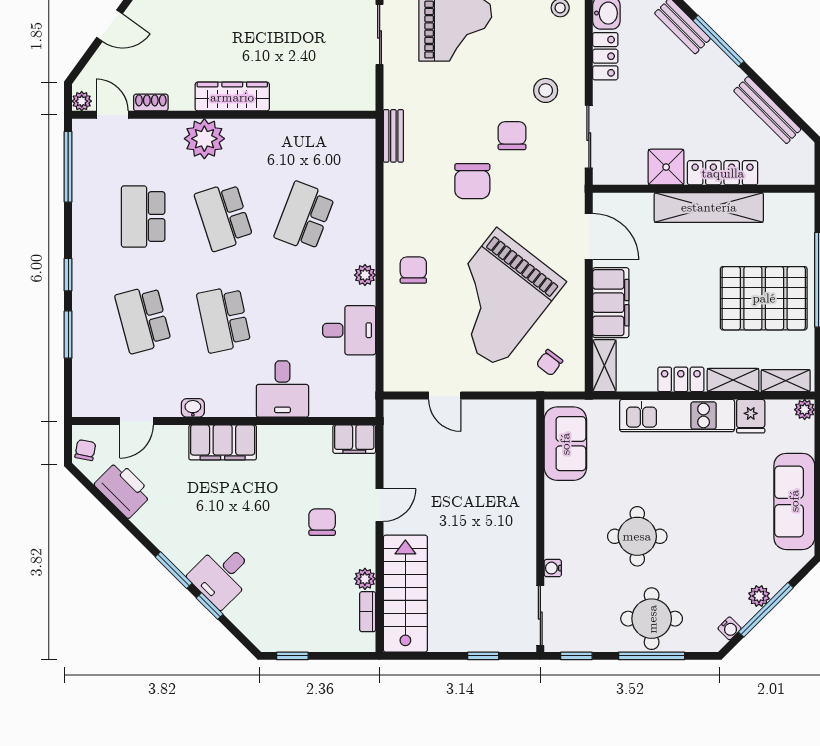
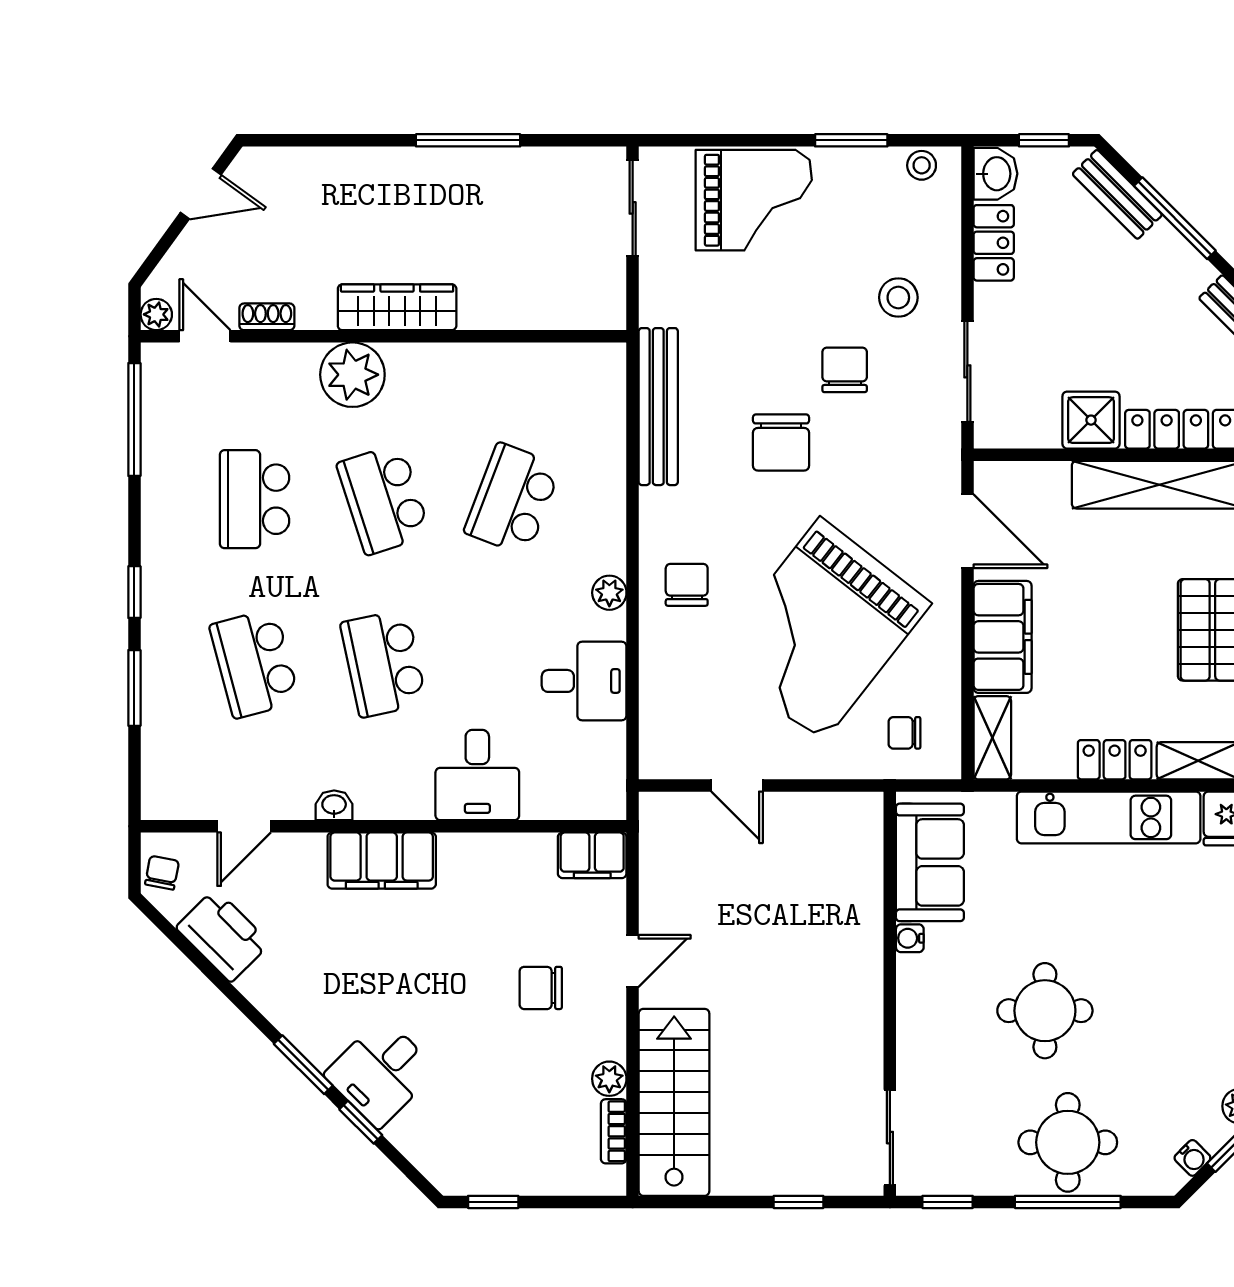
bench: (393, 136) -> (658, 407), width x1.86, depth x1.21
chair: (549, 363) -> (904, 733), turned 53
chair: (322, 522) -> (541, 988), turned -90
water cooler: (553, 568) -> (910, 938), moved

